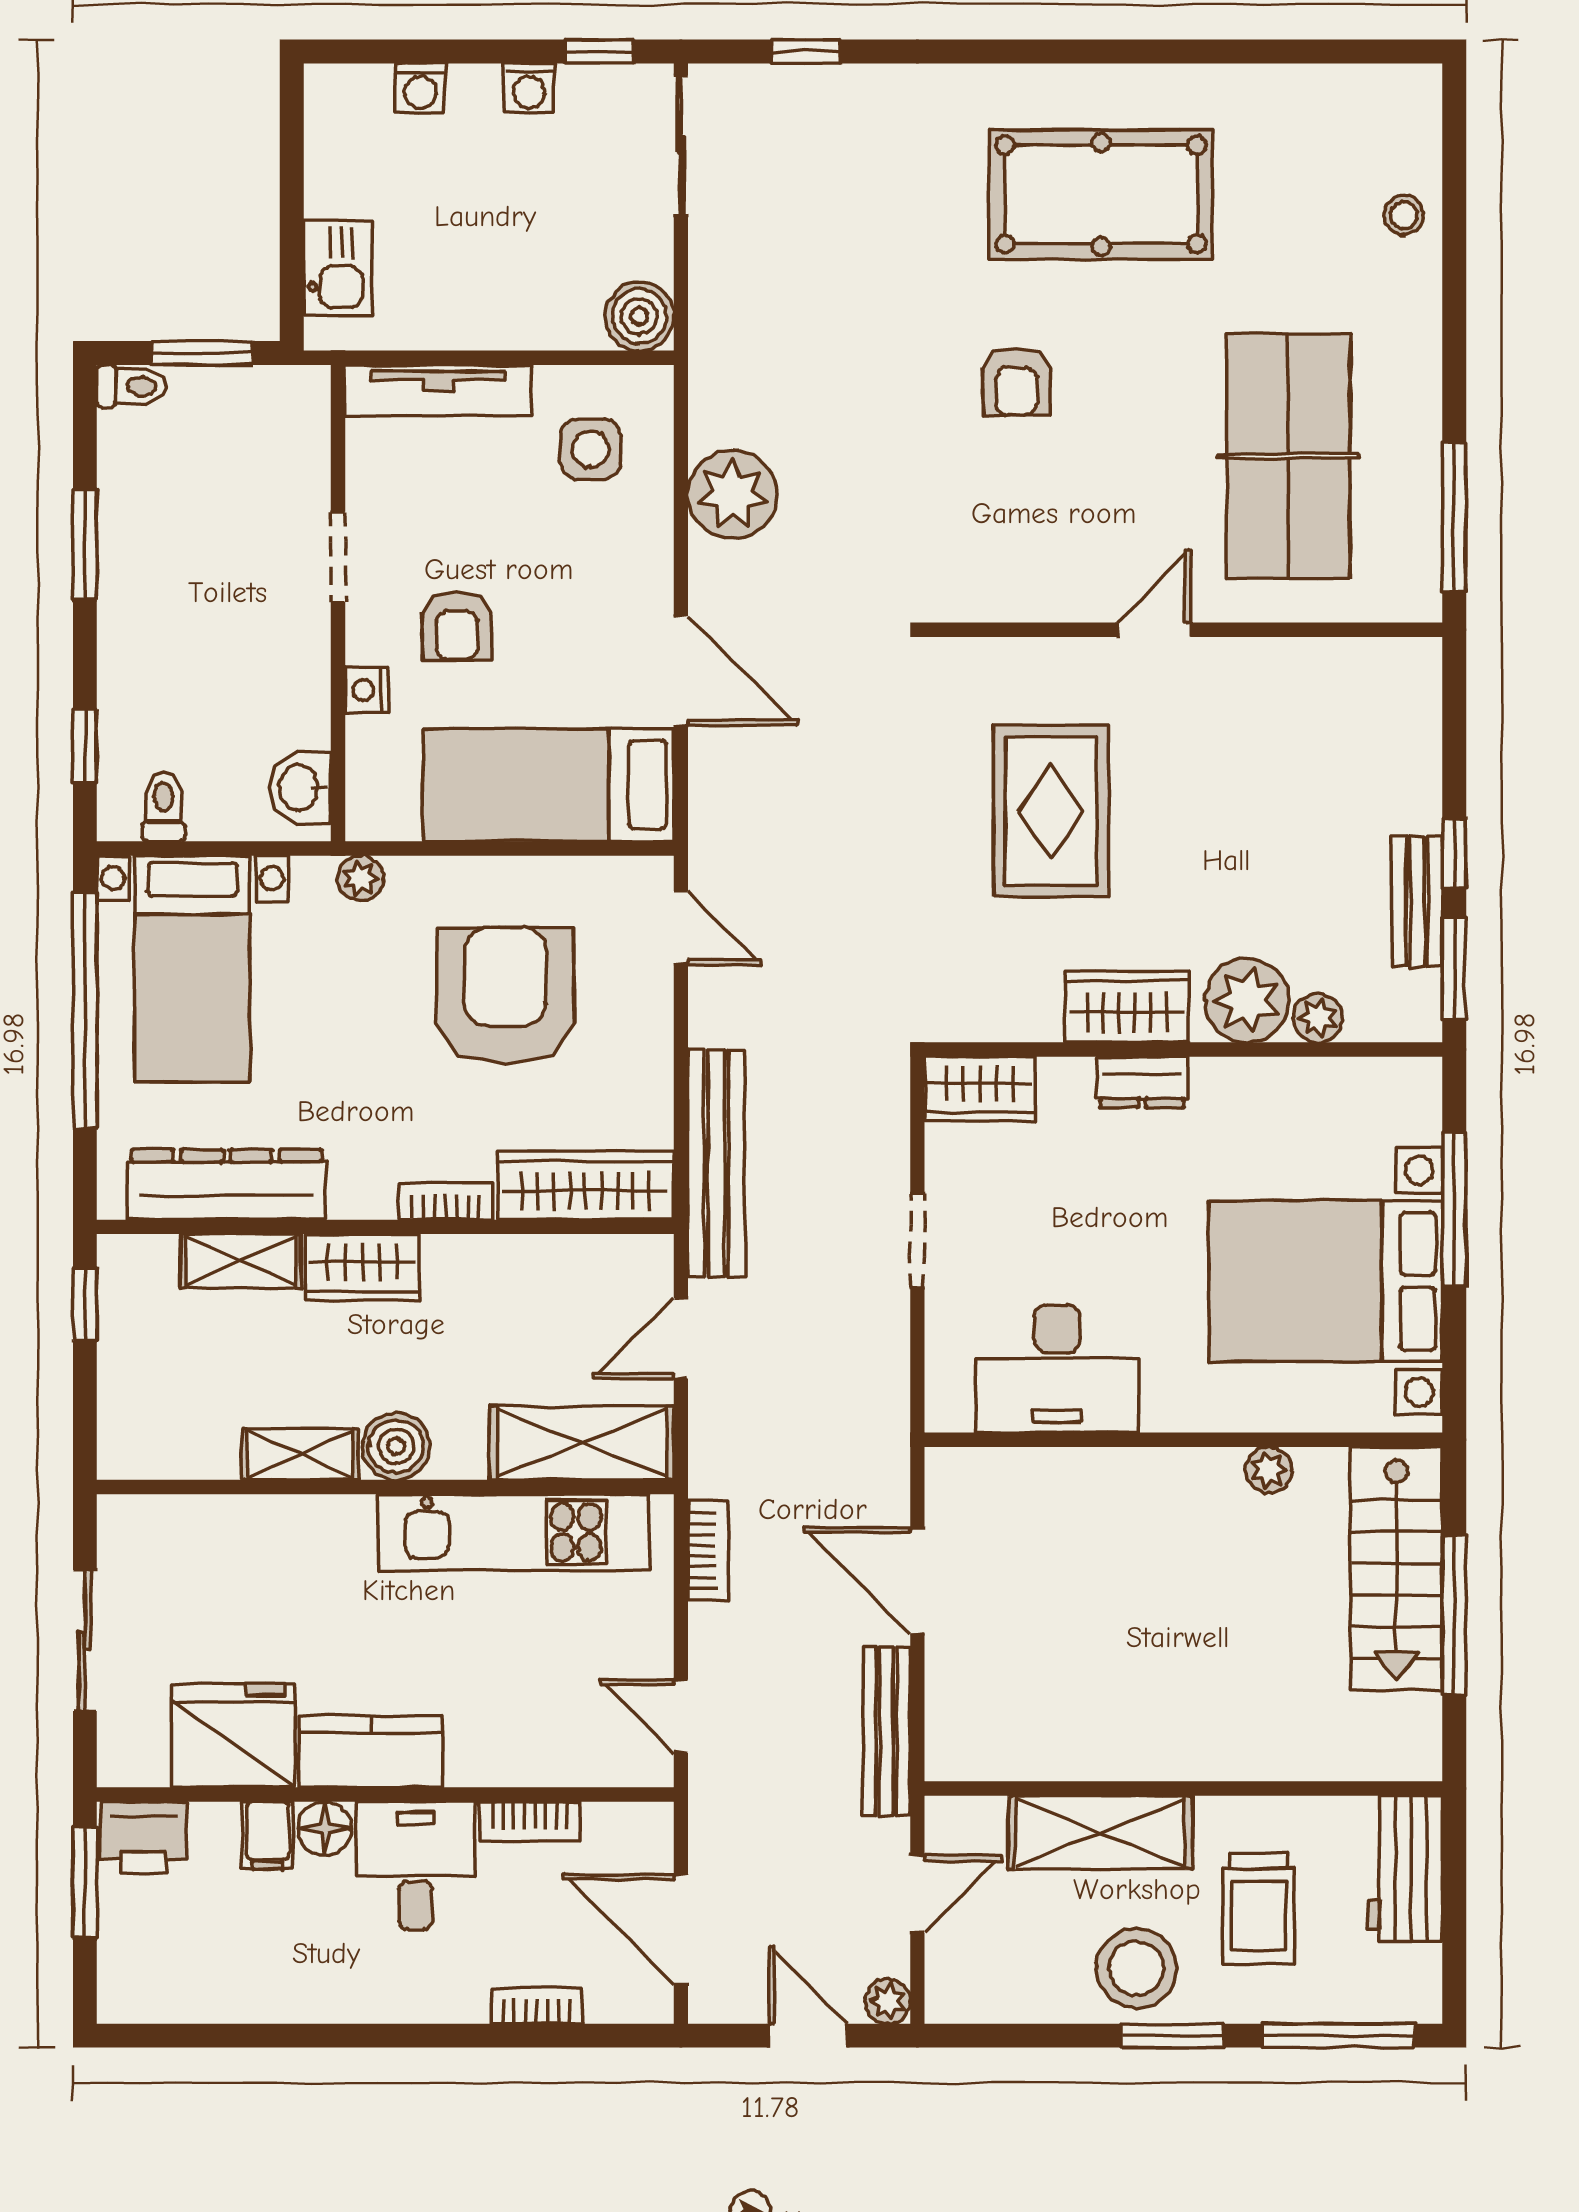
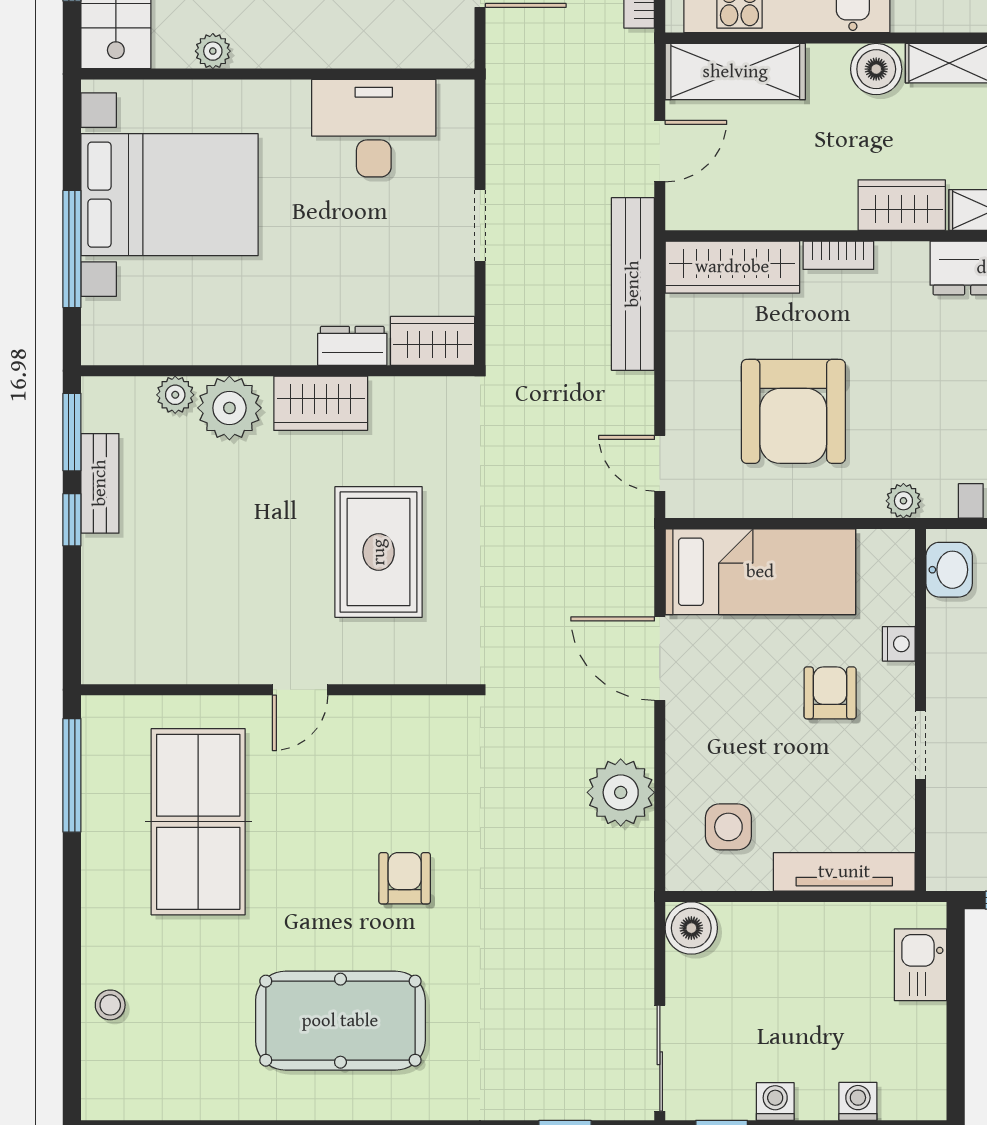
dresser: (1142, 1082) -> (352, 346), moved

